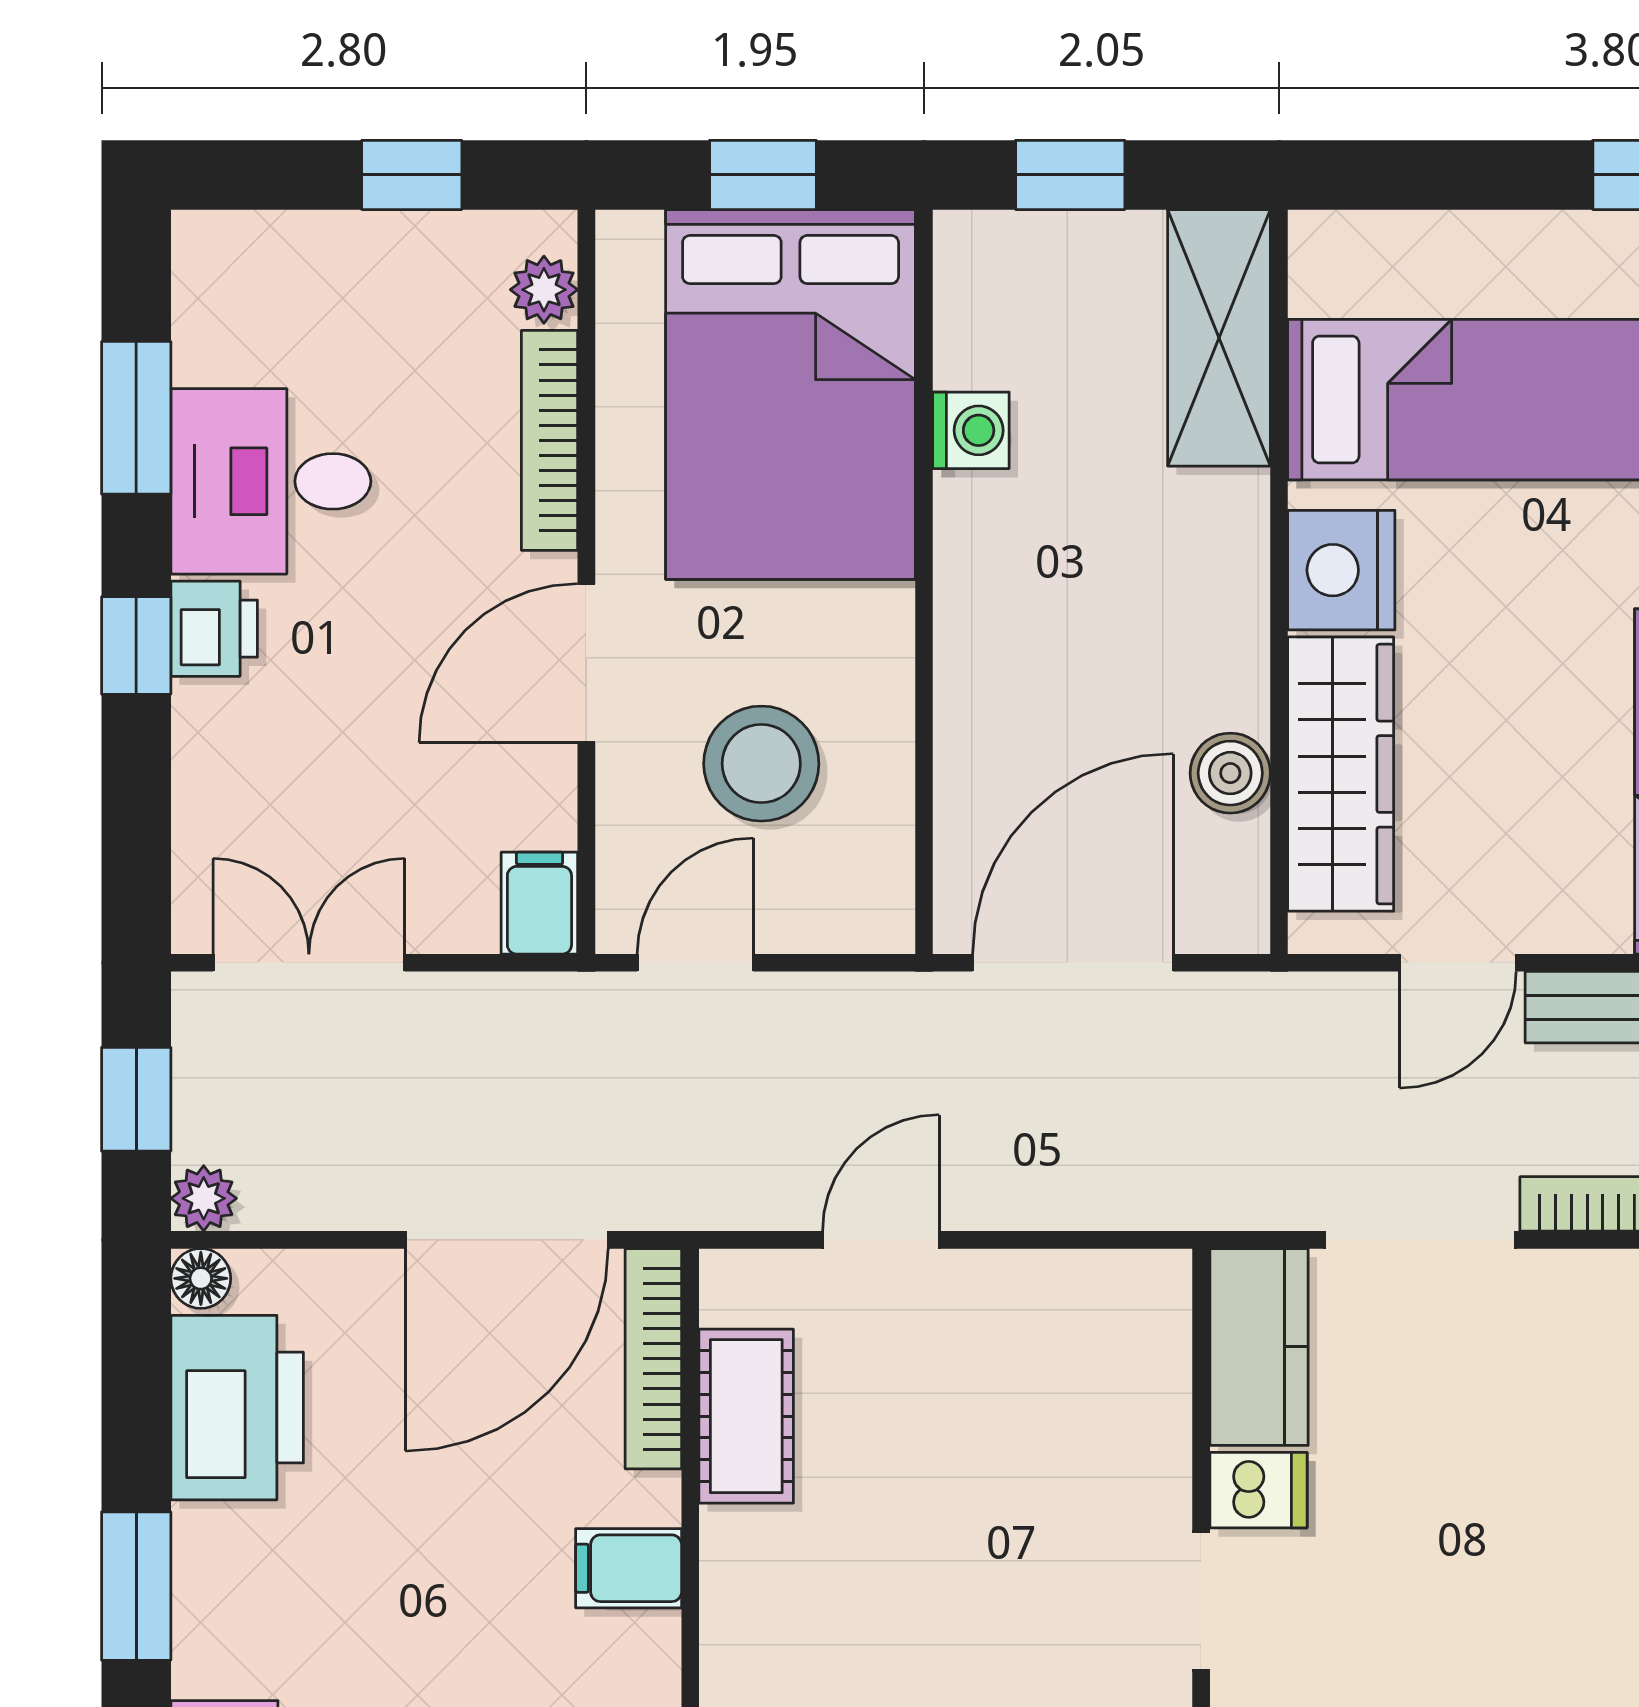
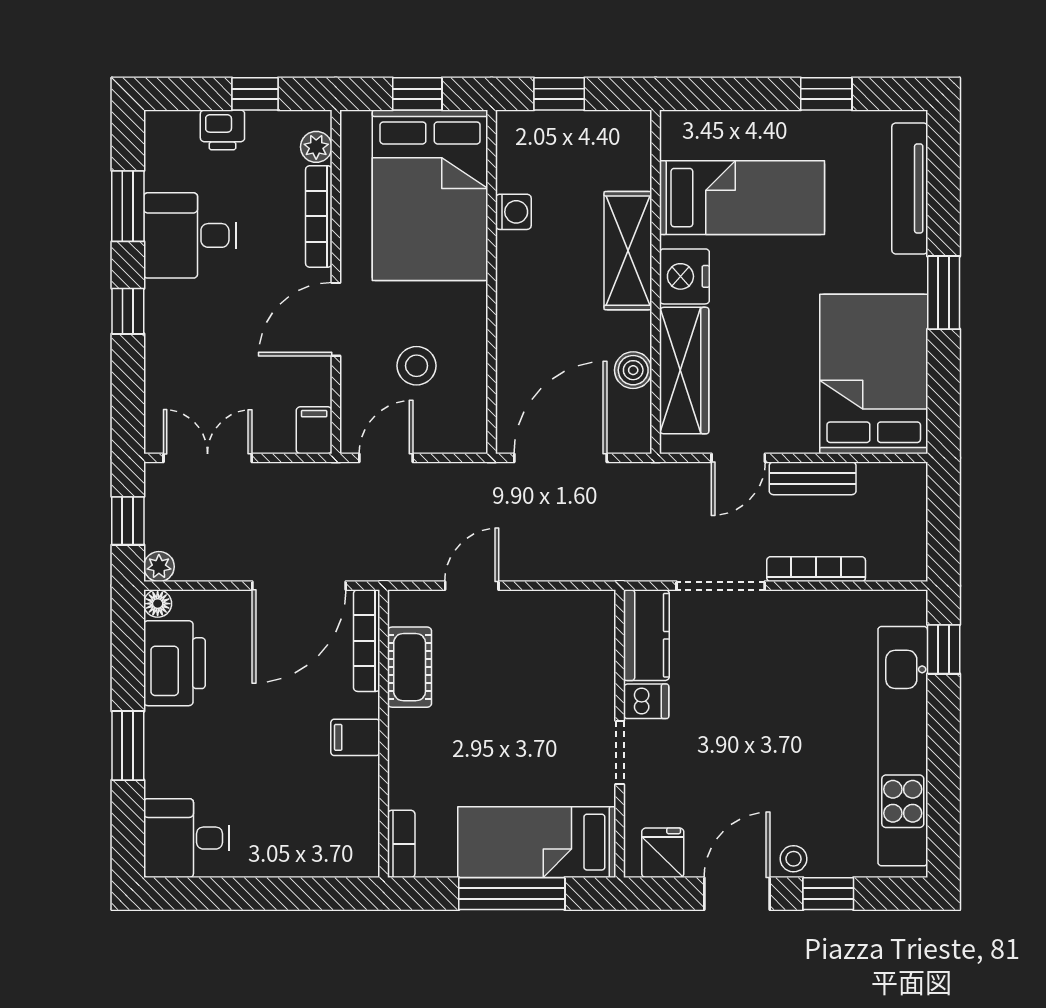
shelving: (1219, 338) -> (628, 251), moved
printer: (214, 629) -> (222, 130), moved, turned 90
stool: (761, 764) -> (417, 366), width x0.73, depth x0.73

